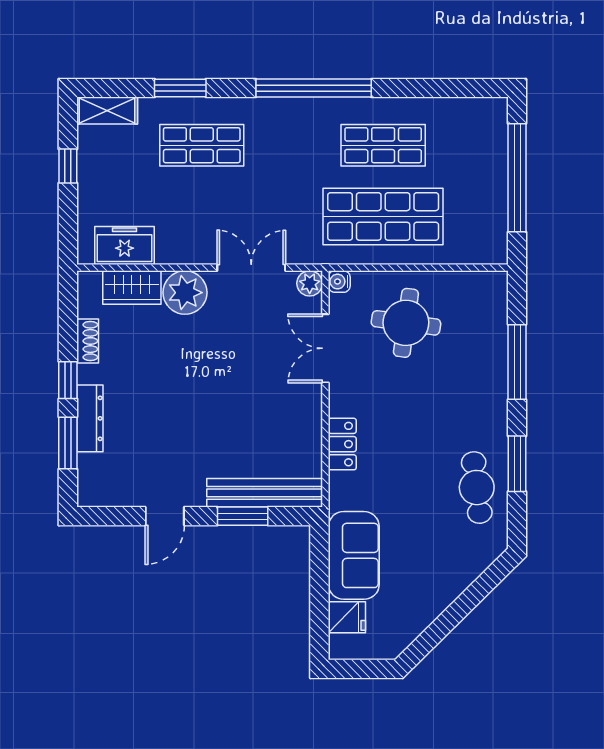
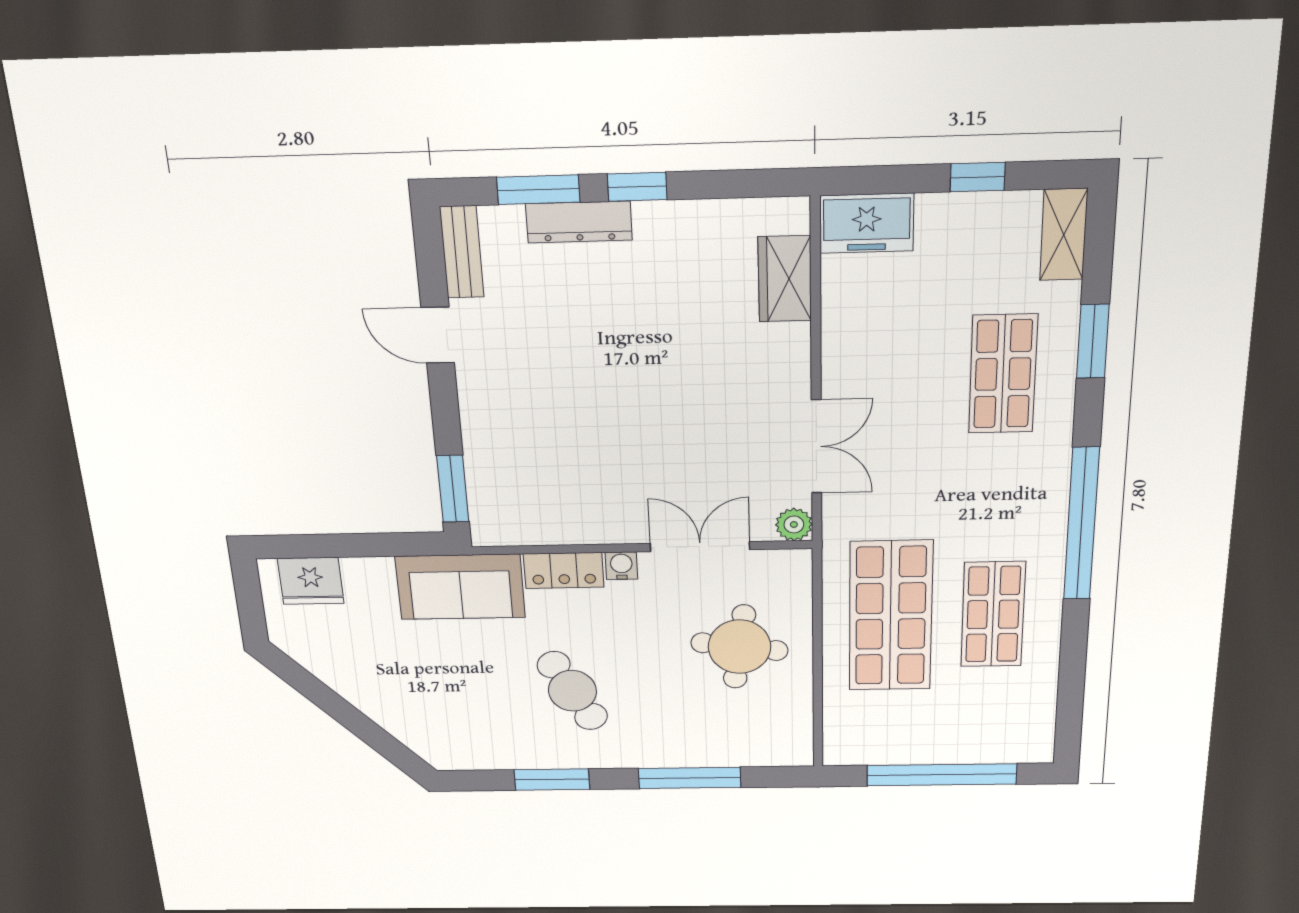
freezer: (125, 245) -> (867, 223), moved, turned 90
water cooler: (339, 282) -> (621, 566), moved
plant: (185, 293) -> (778, 356), removed
shoe rack: (88, 341) -> (700, 215), removed
cafe table: (477, 488) -> (572, 691), moved, turned 68
bench: (265, 493) -> (462, 252), moved, width x0.54, depth x0.82
window: (243, 516) -> (453, 489), moved
sofa: (354, 555) -> (460, 587), moved
fridge: (347, 617) -> (311, 581), width x1.38

